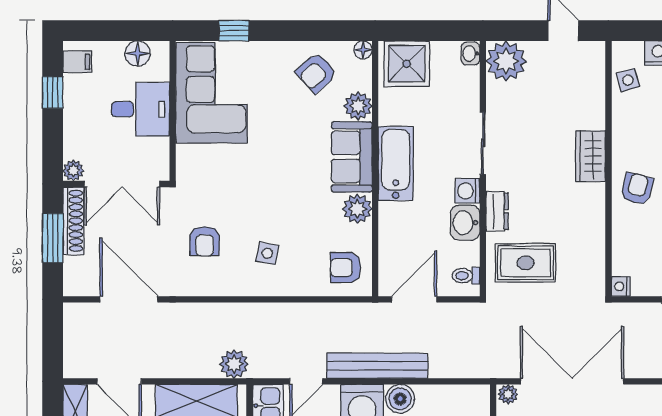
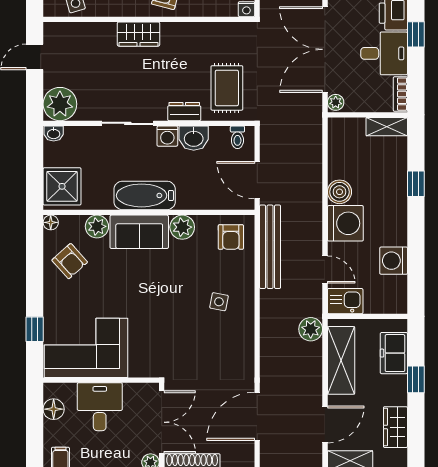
armchair: (205, 241) -> (209, 354), removed
bench: (377, 366) -> (270, 247), moved

